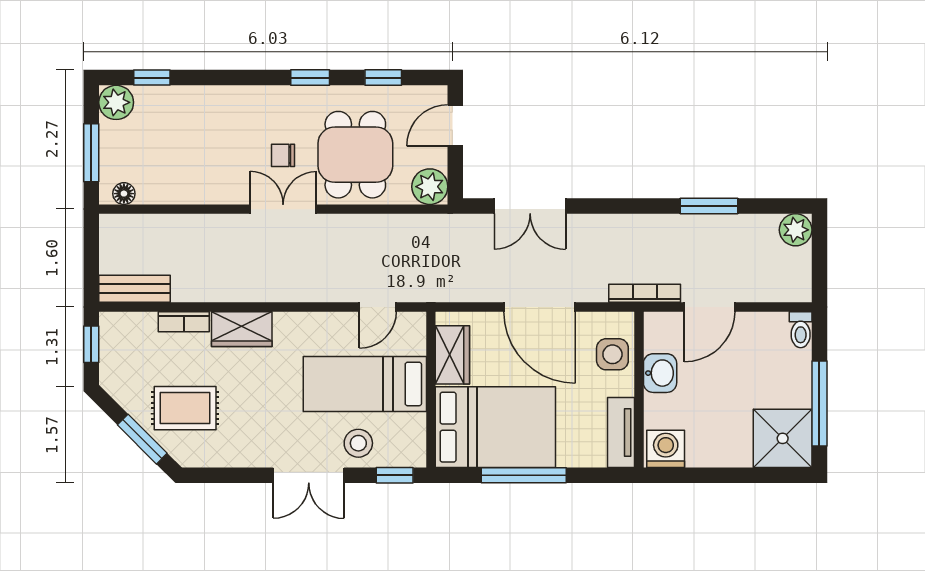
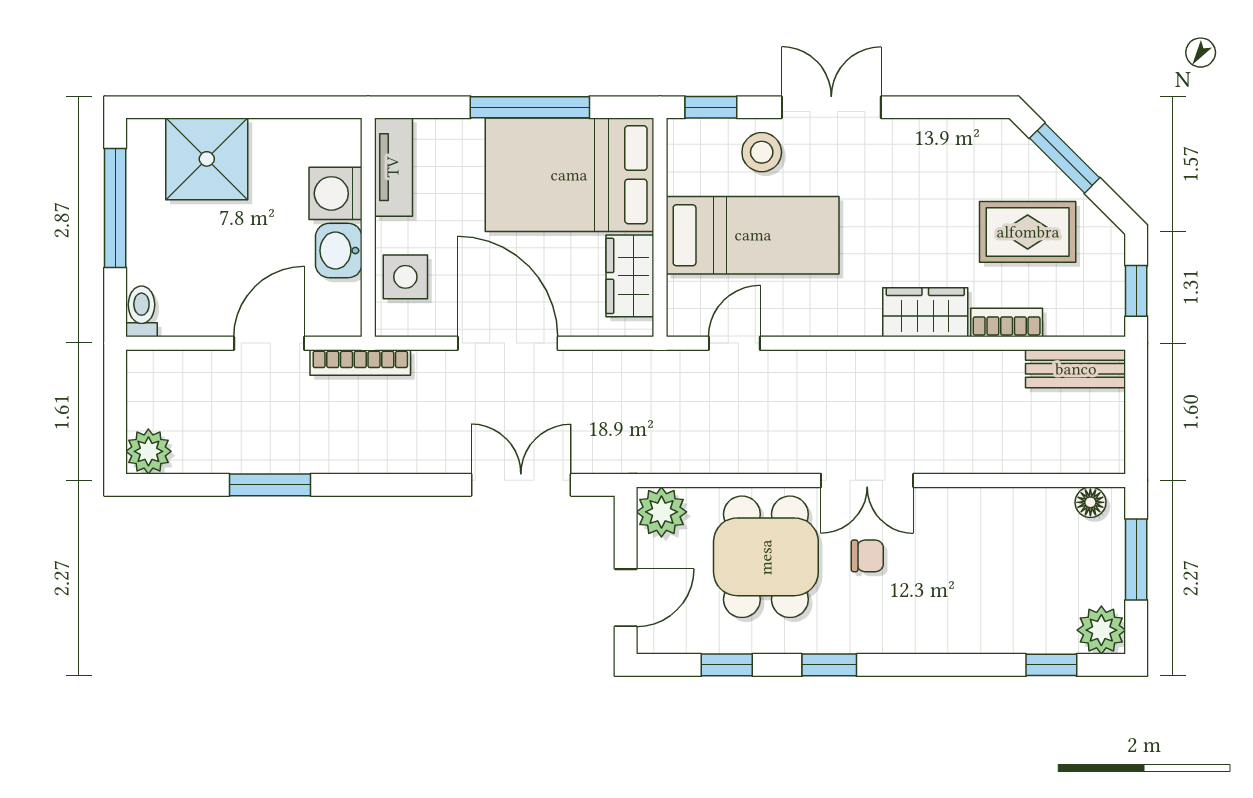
rug: (185, 408) -> (1028, 232), moved
shower: (783, 438) -> (207, 159), moved
washing machine: (666, 449) -> (336, 193), moved, turned 90

